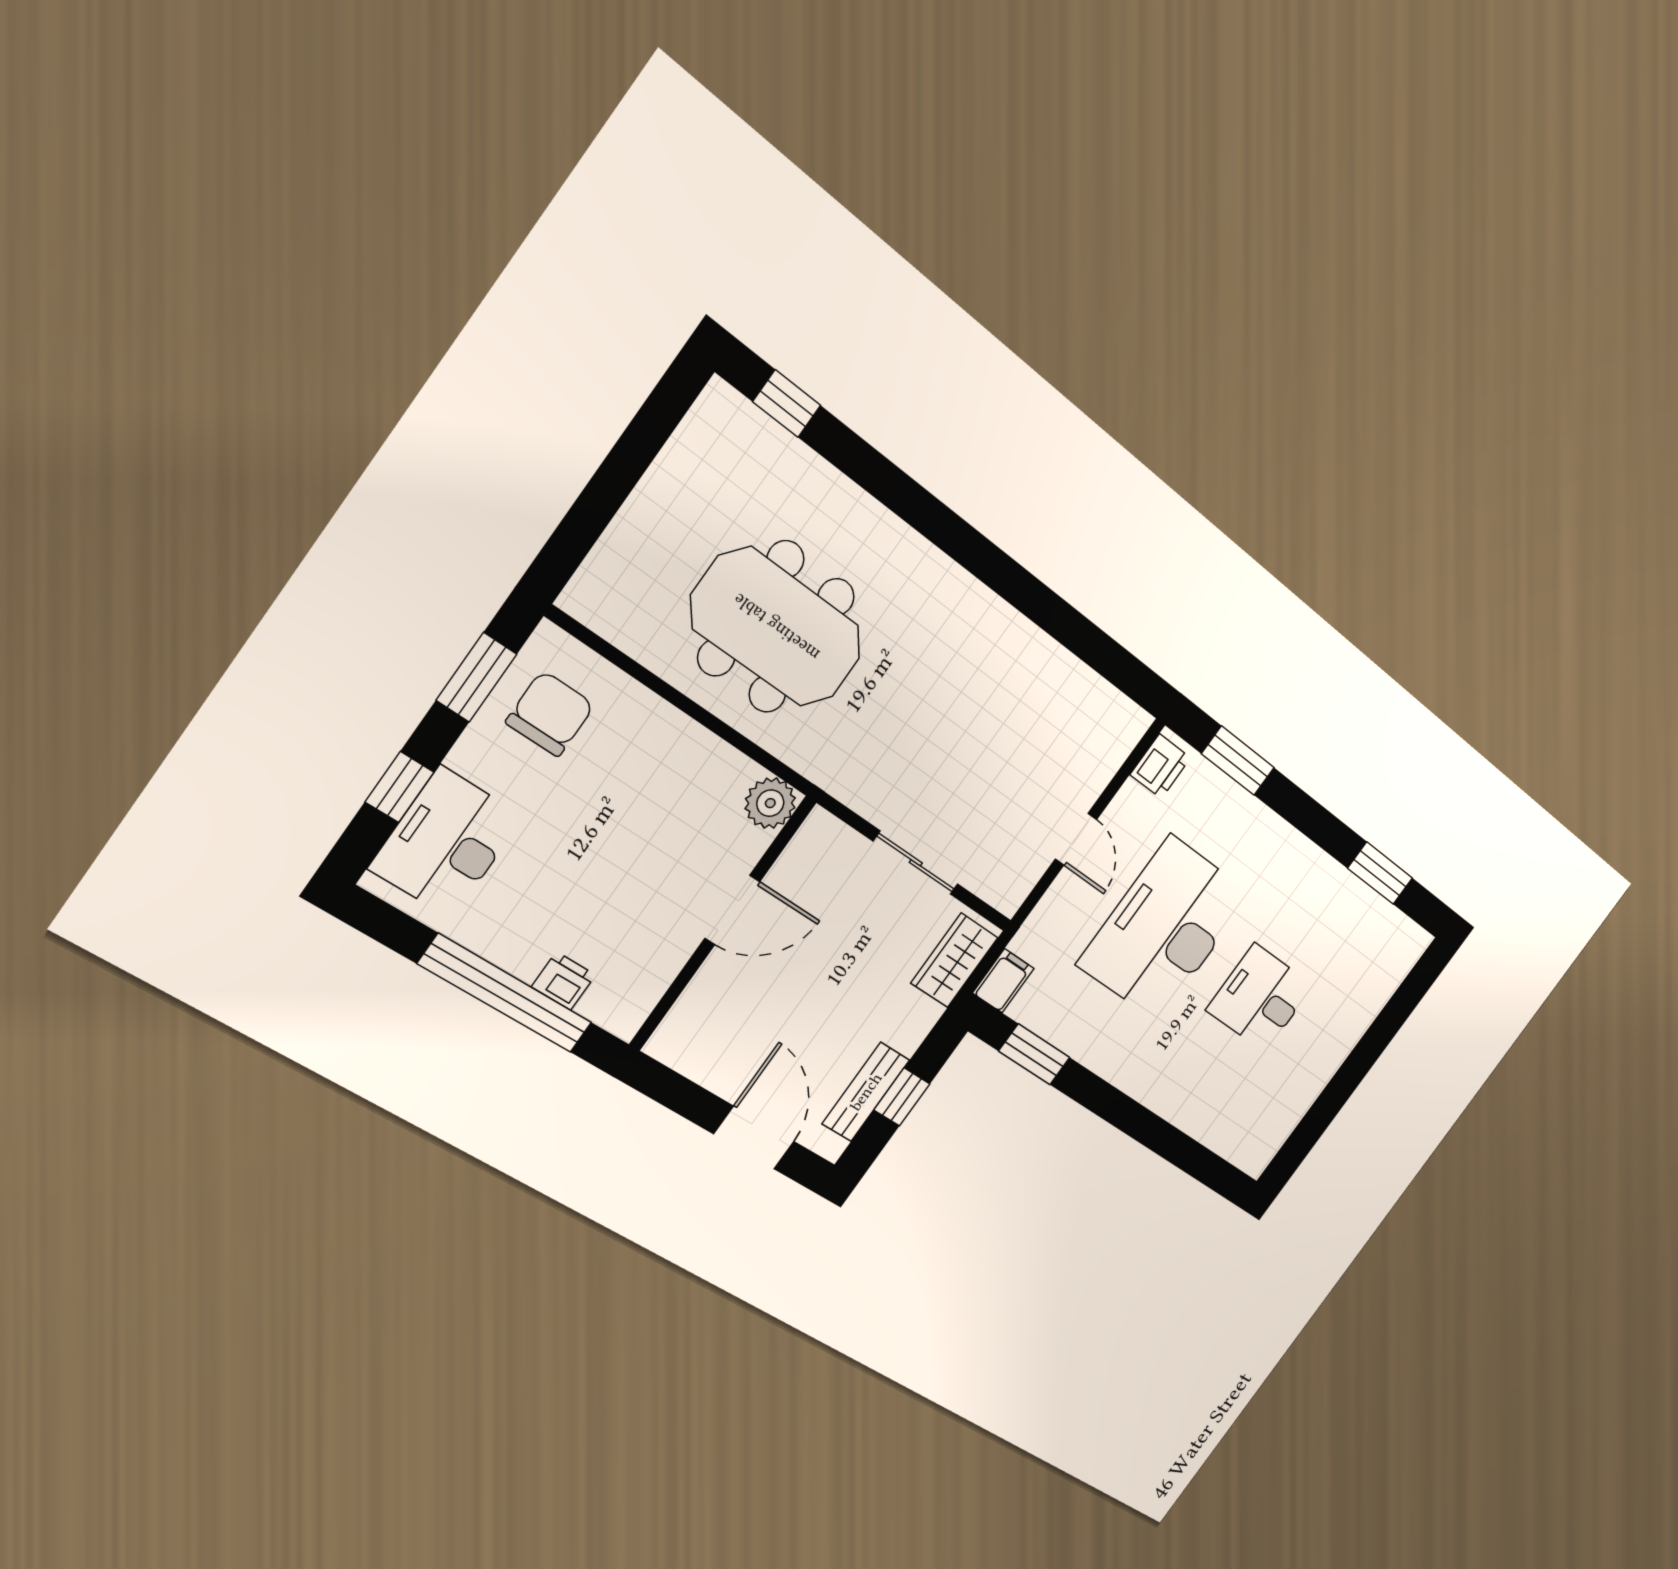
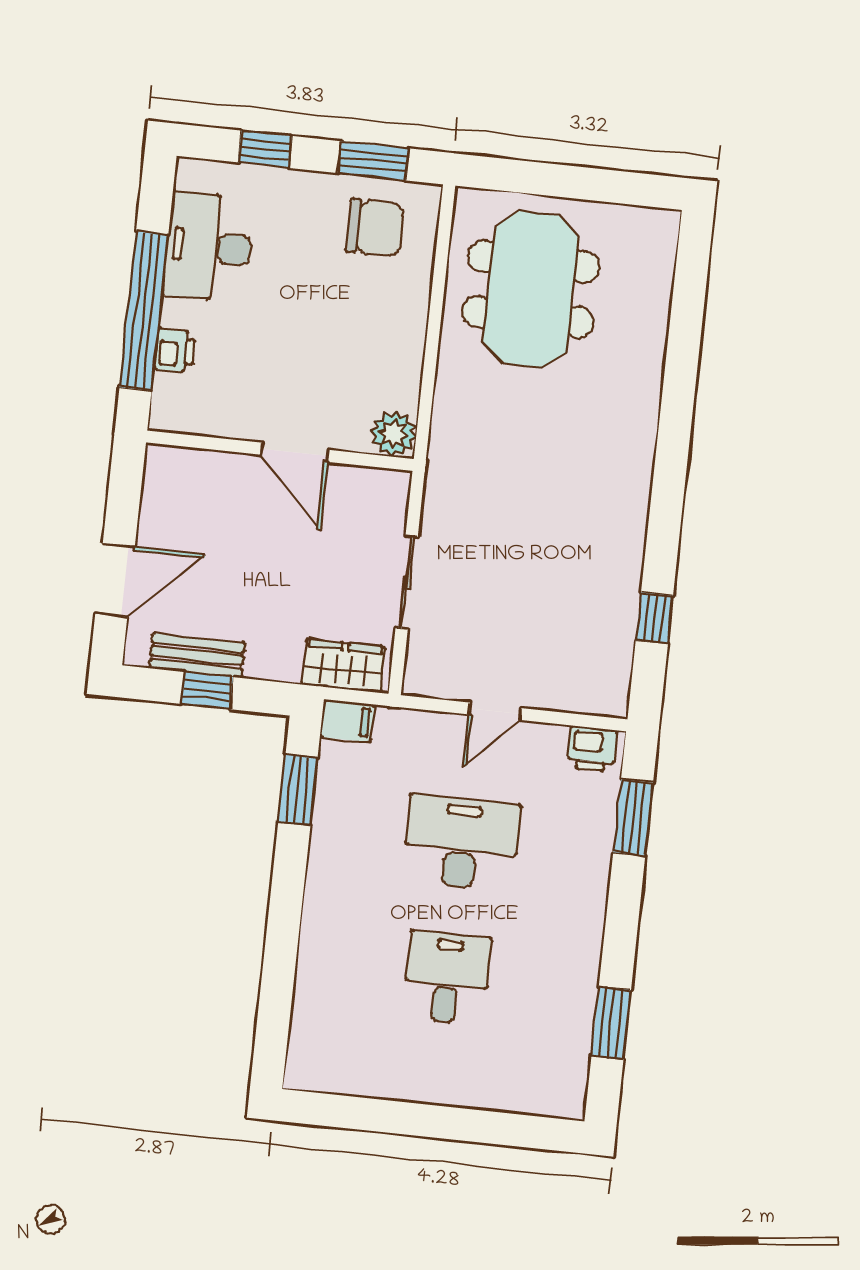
window: (787, 404) -> (654, 618), moved
meeting table: (776, 627) -> (531, 289), moved
desk: (446, 843) -> (208, 247), moved, turned -90
desk: (1165, 929) -> (461, 843), width x0.73, depth x0.77

